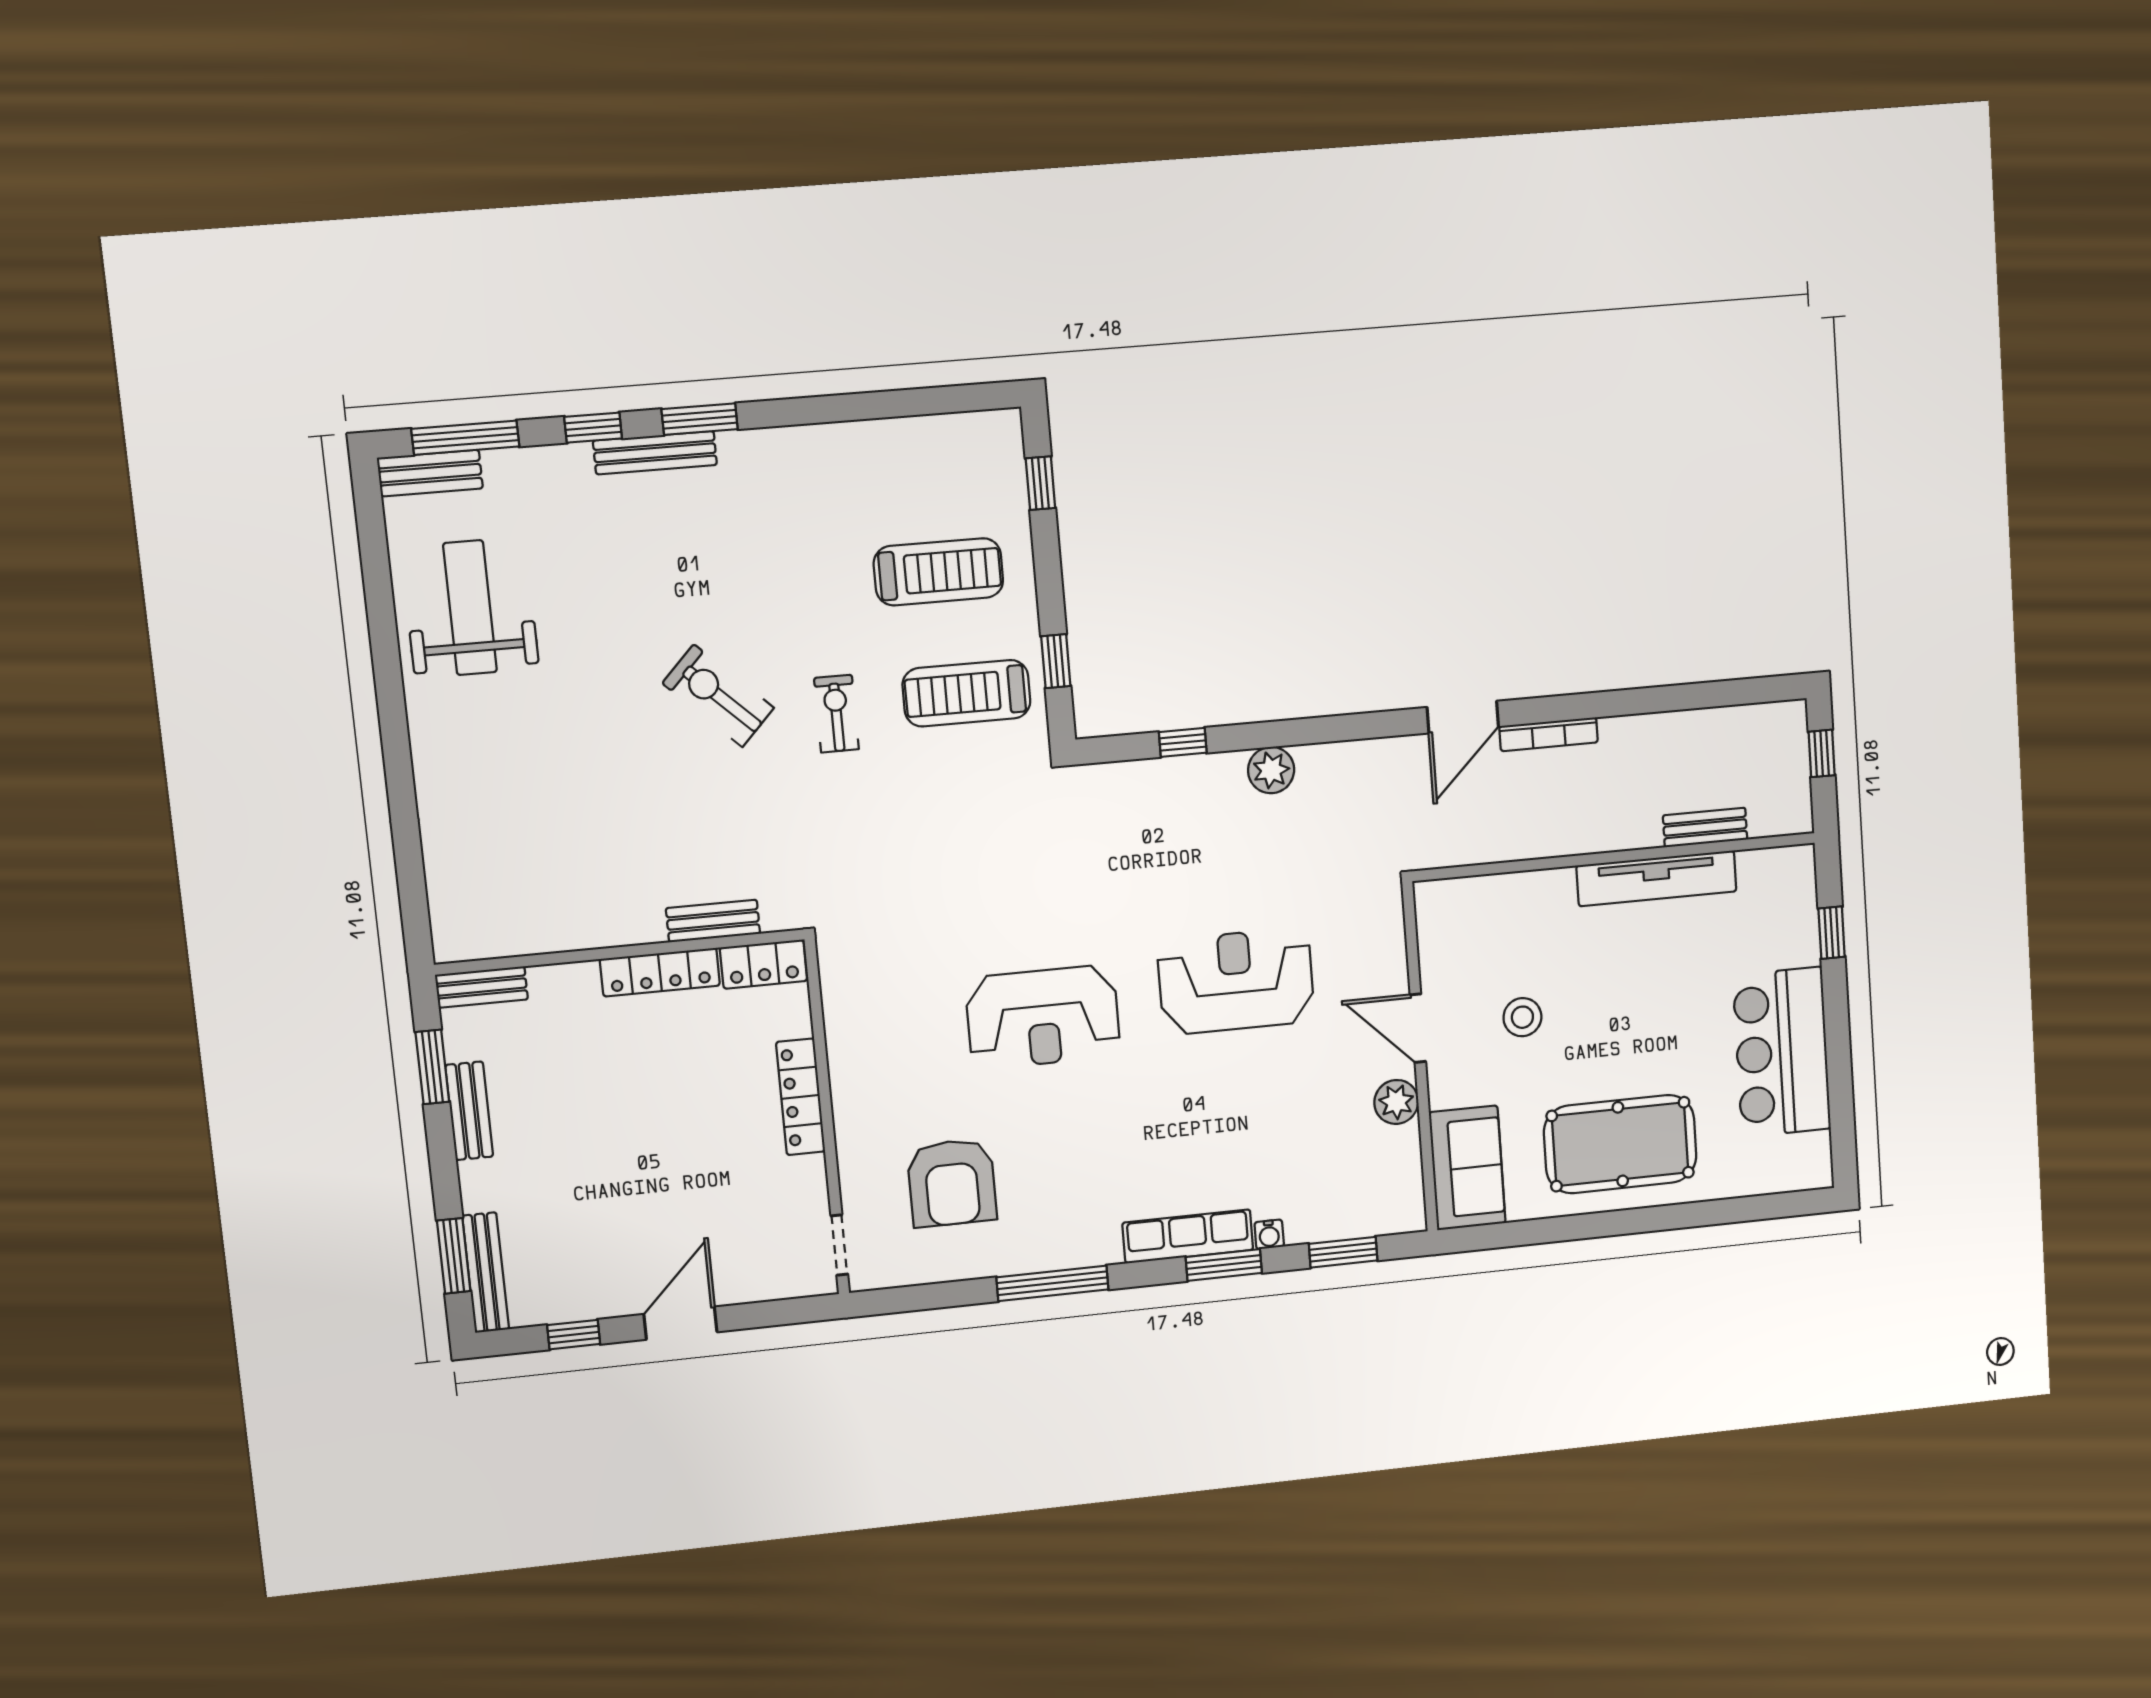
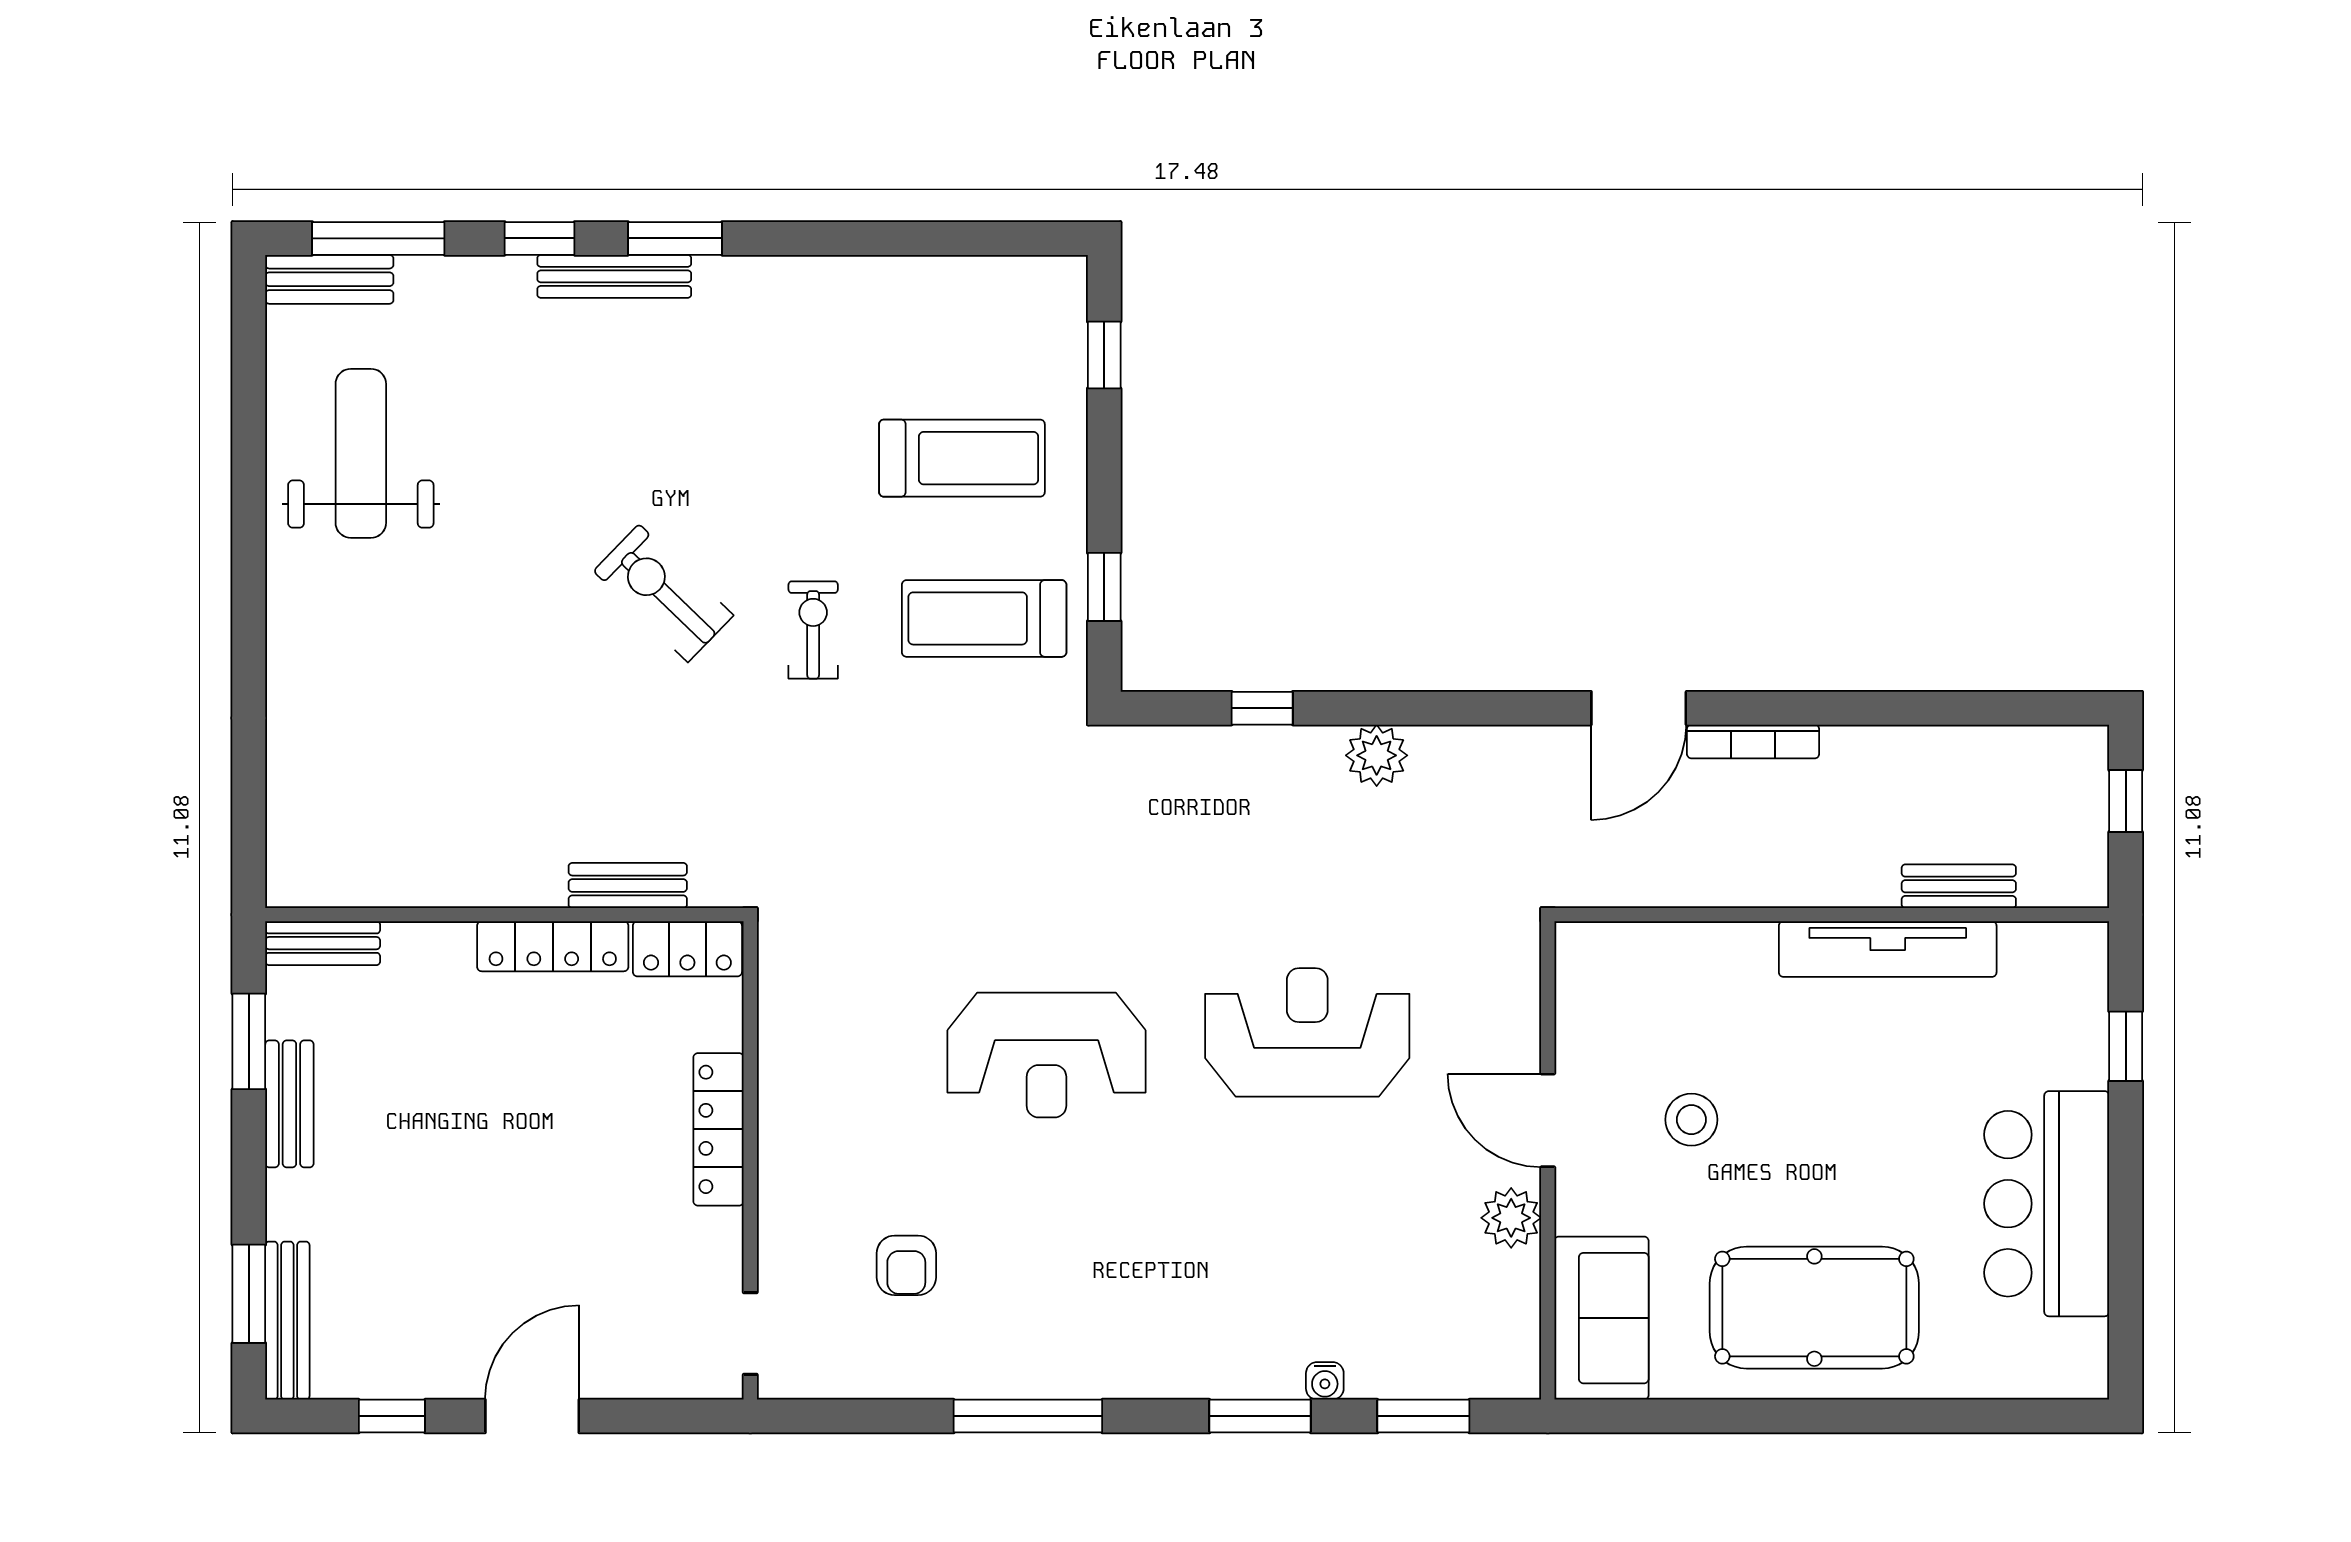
armchair: (952, 1183) -> (906, 1265), width x0.53, depth x0.53
row of seats: (1188, 1236) -> (1215, 1372), removed

